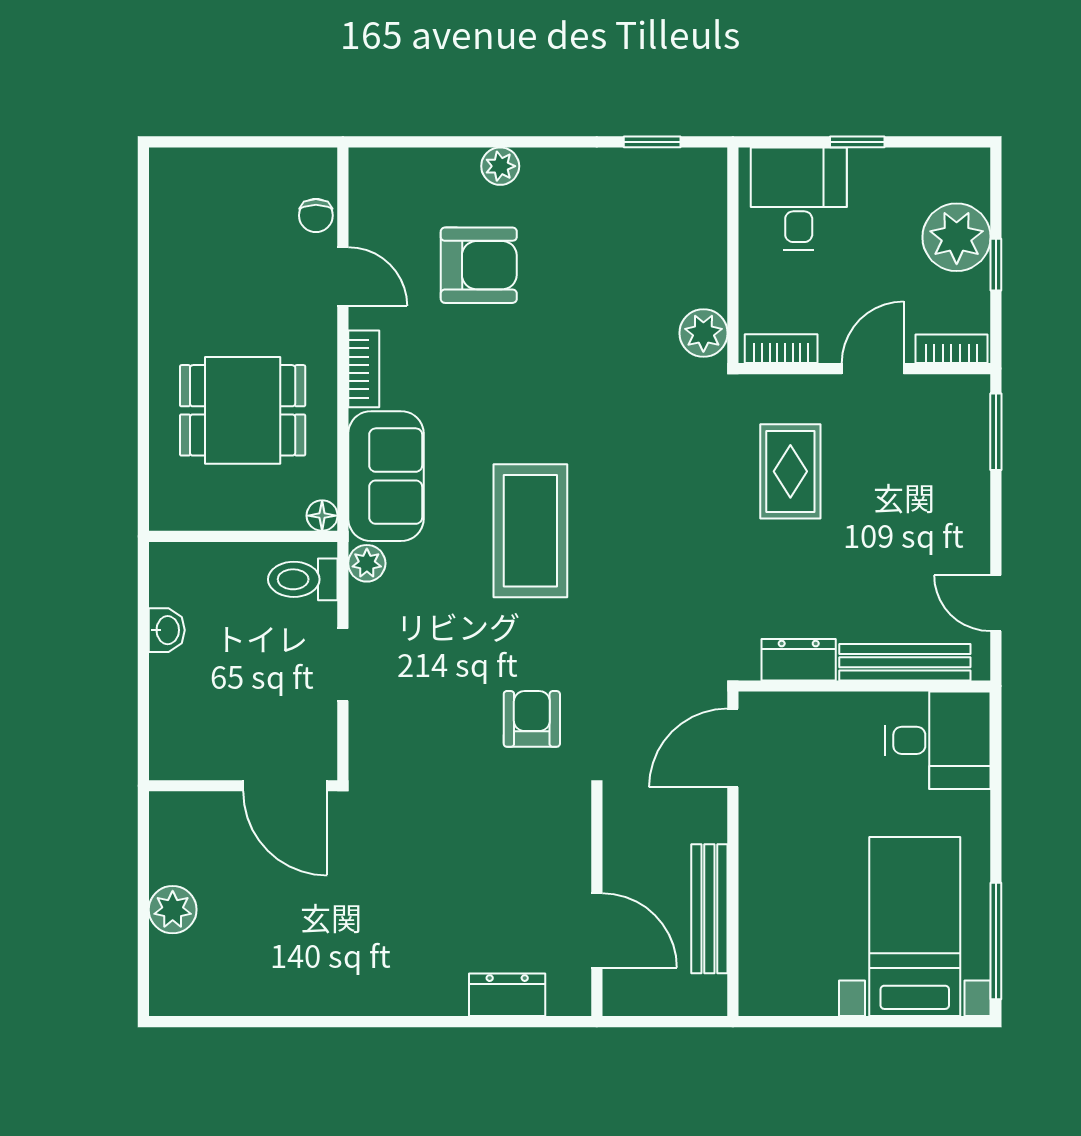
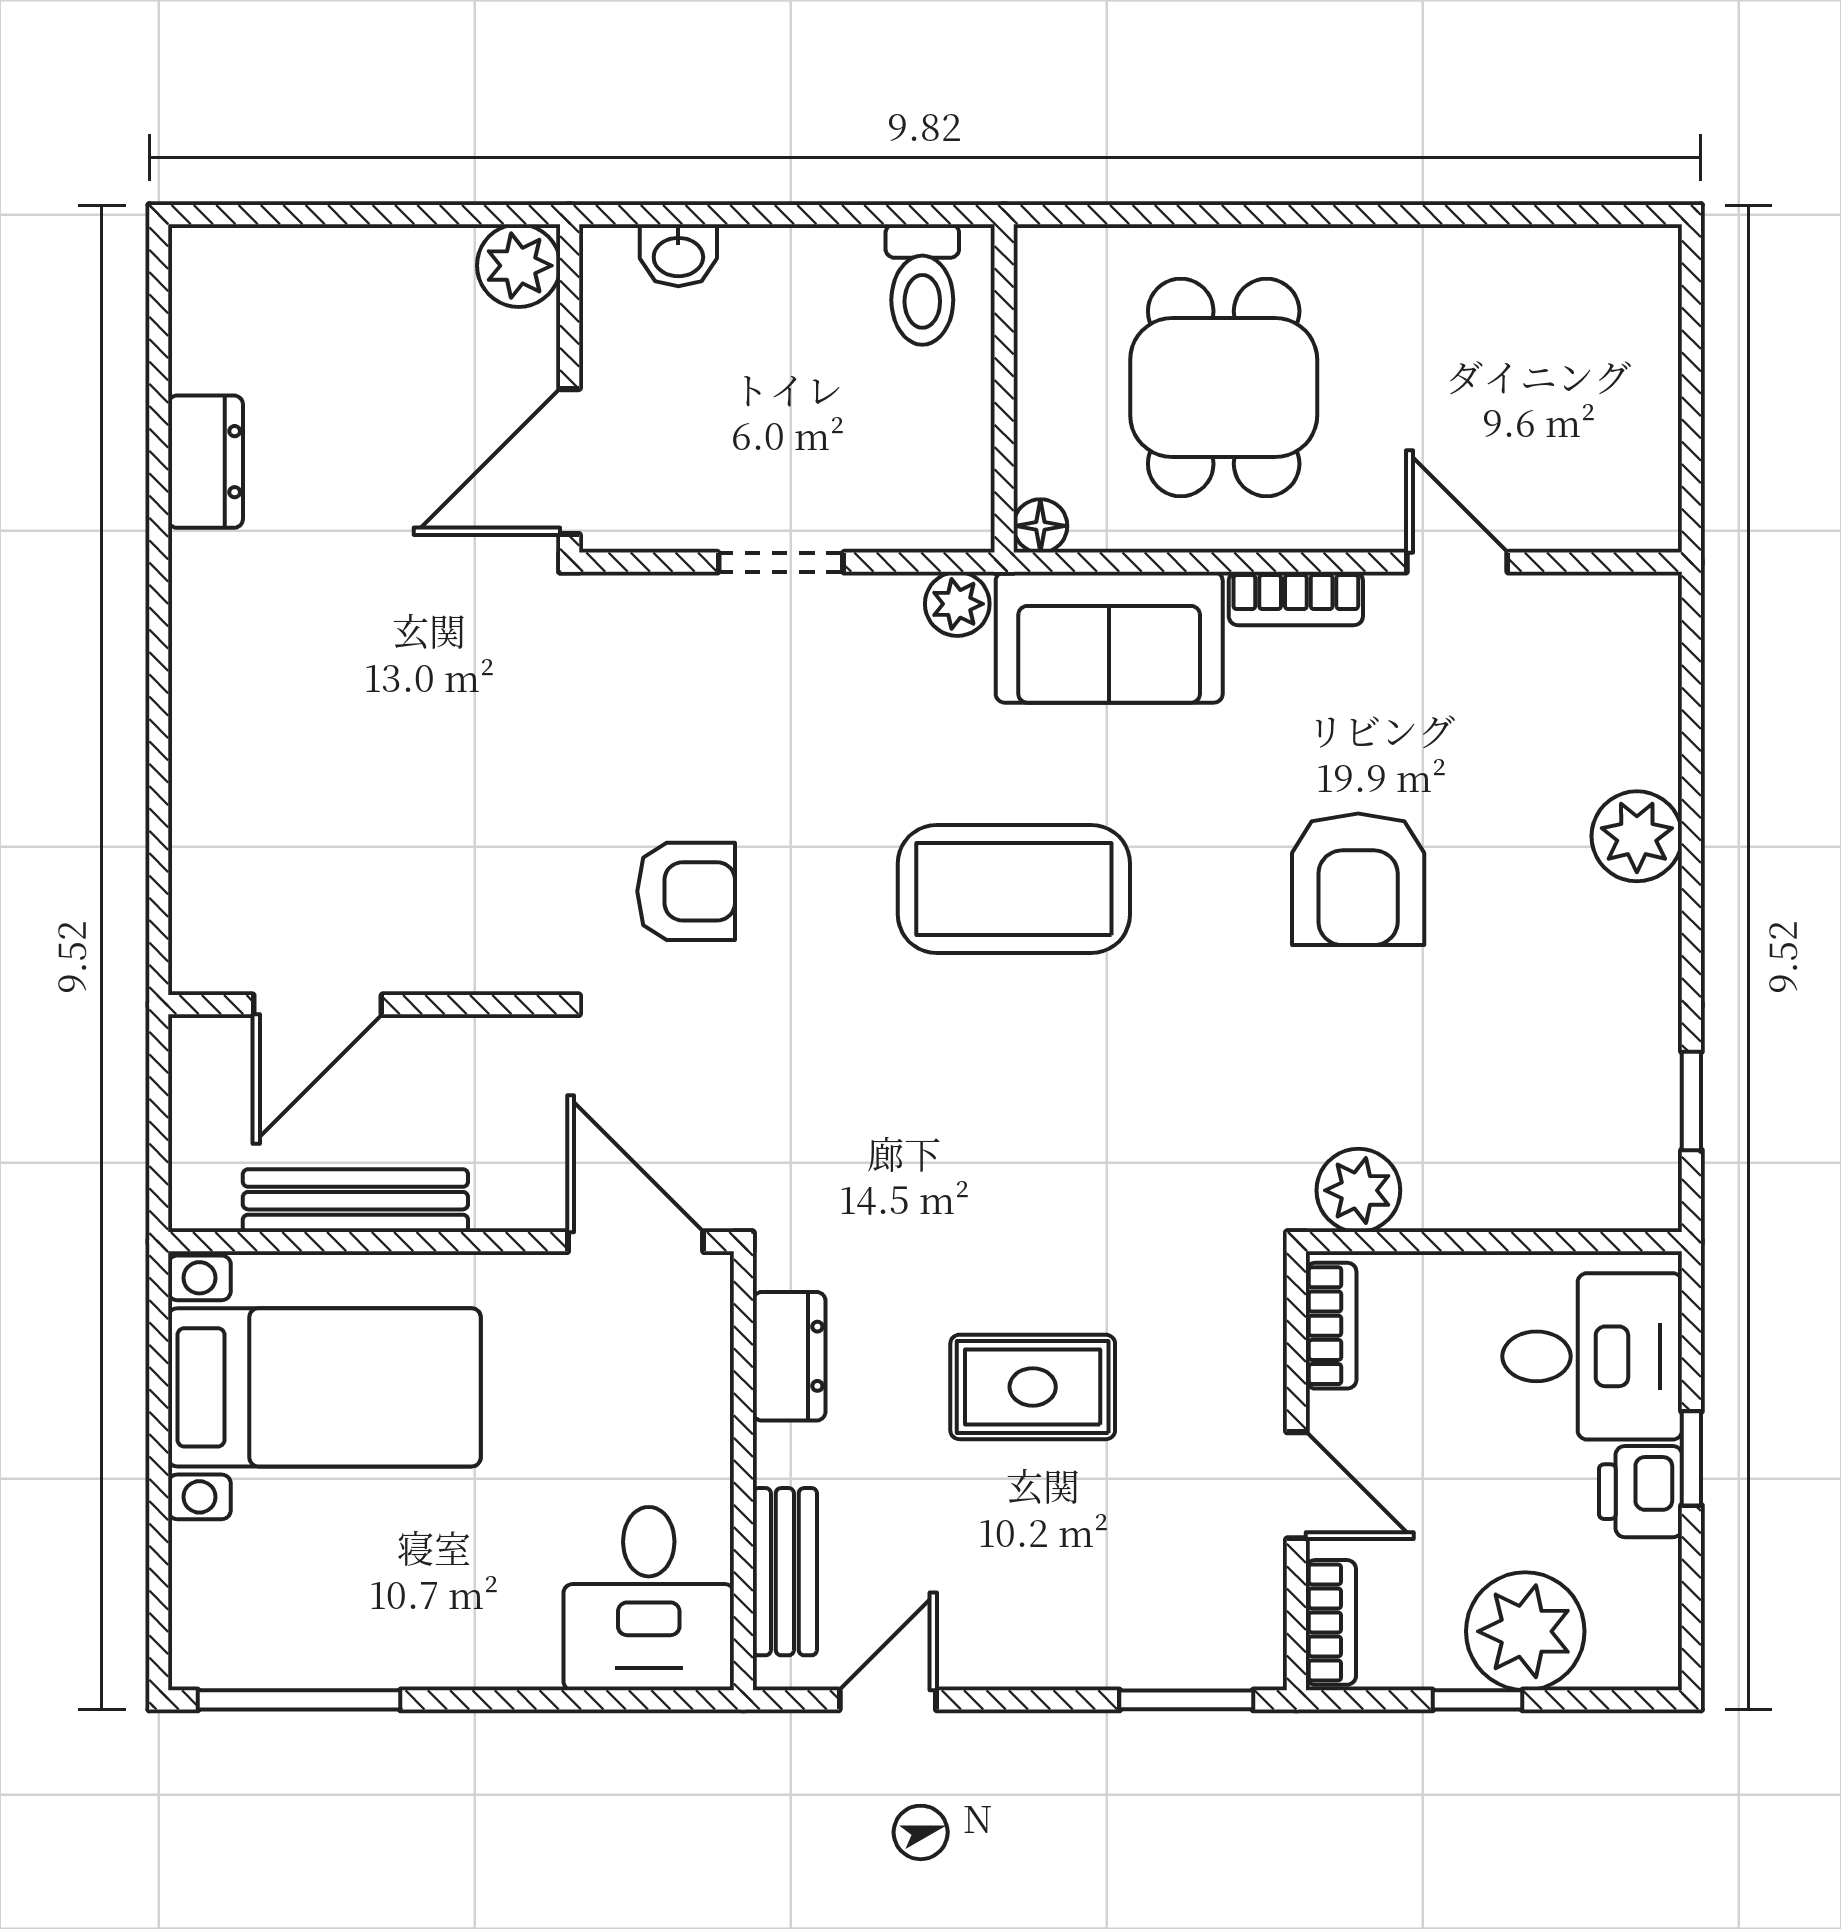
plant: (500, 166) -> (1637, 836), width x1.38, depth x1.38
printer: (876, 171) -> (1641, 1492), added
chair: (316, 215) -> (1563, 515), removed
armchair: (479, 265) -> (1358, 879), moved
door: (343, 276) -> (1457, 562), swing flipped
rug: (790, 471) -> (1033, 1387), moved
toilet: (303, 579) -> (922, 284), moved, turned 180
washbasin: (167, 630) -> (678, 255), moved
bench: (905, 662) -> (785, 1572), width x0.73
plant: (173, 910) -> (519, 266), moved
bed with nightstands: (915, 927) -> (324, 1387), moved
dresser: (507, 995) -> (206, 462), moved

